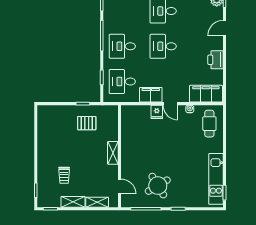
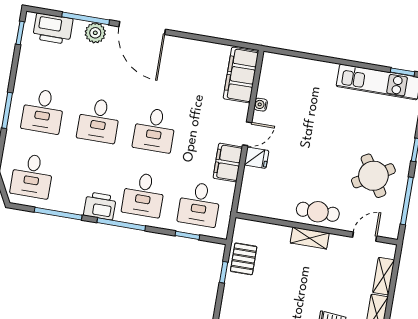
door: (225, 28) -> (142, 28), width x1.88
printer: (216, 60) -> (100, 206), moved, turned 180
pallet: (87, 123) -> (244, 259), moved
cafe table: (209, 124) -> (318, 212), moved

